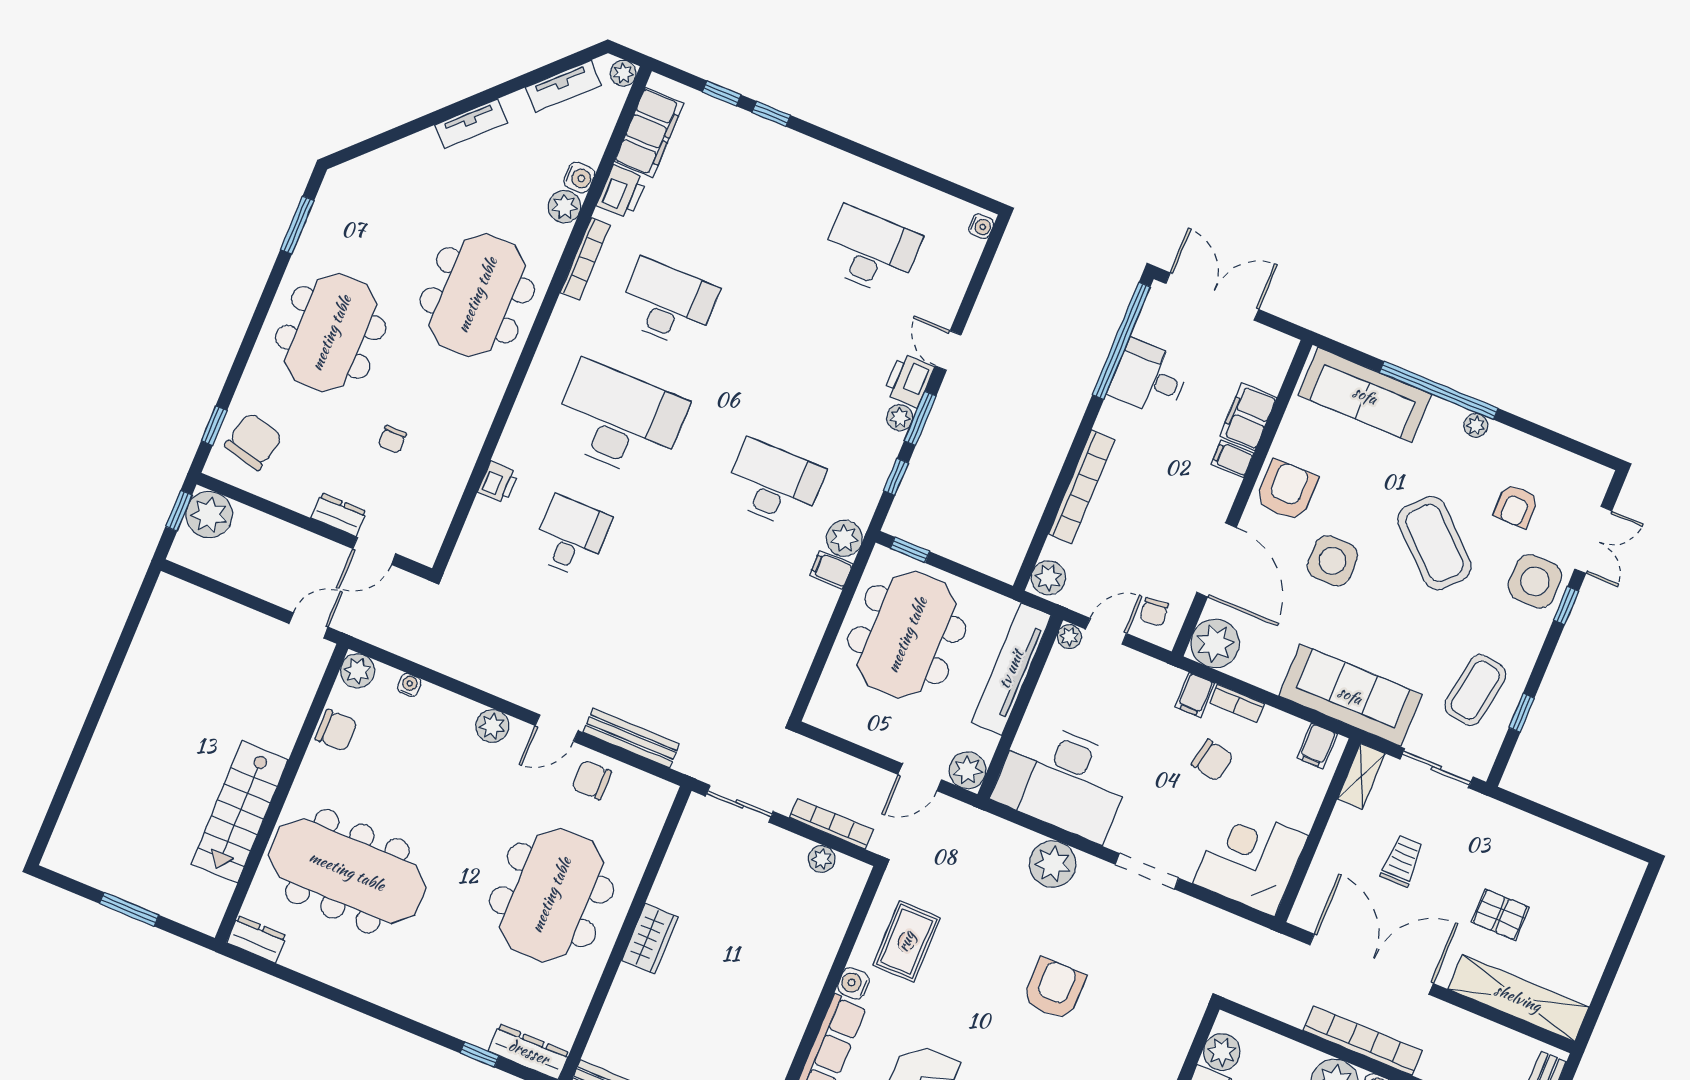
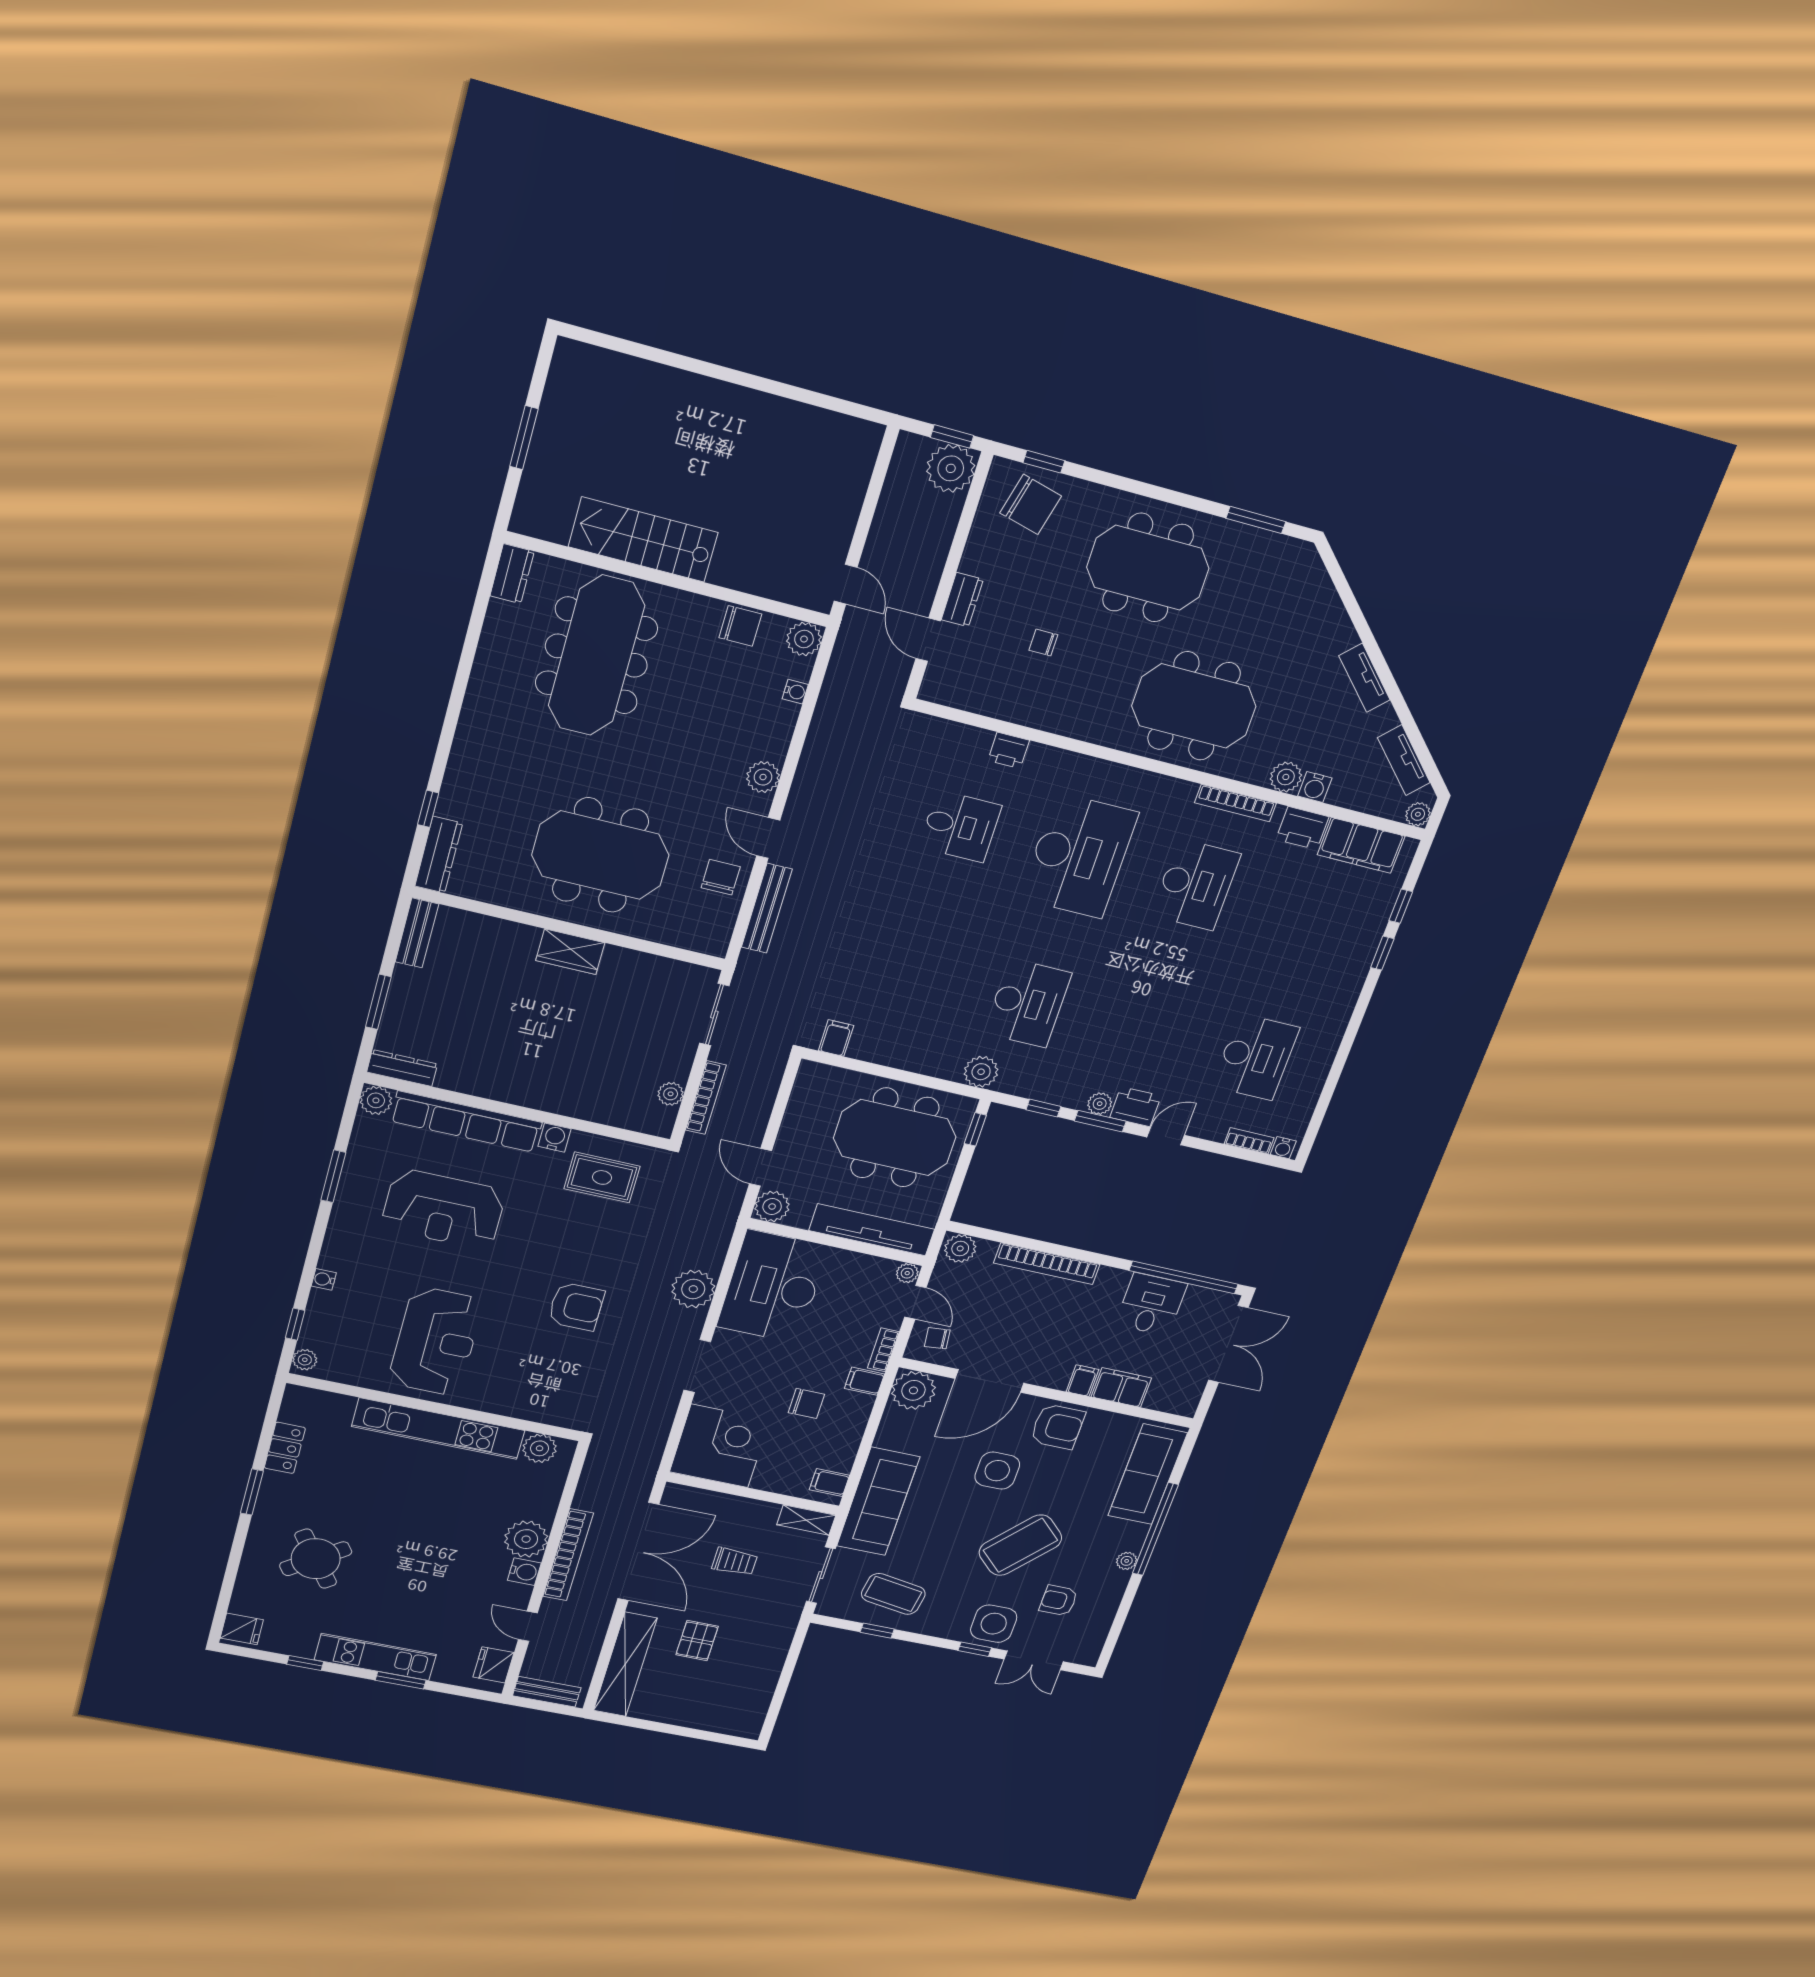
bookcase: (967, 262) -> (1249, 1141), added
filing cabinet: (831, 570) -> (836, 1038), moved
bookcase: (1237, 703) -> (883, 1350), moved
chair: (336, 730) -> (740, 626), turned -90
chair: (1212, 760) -> (806, 1403), turned -101

